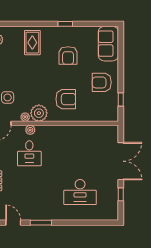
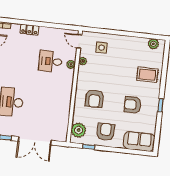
plant: (39, 113) -> (79, 130), moved

